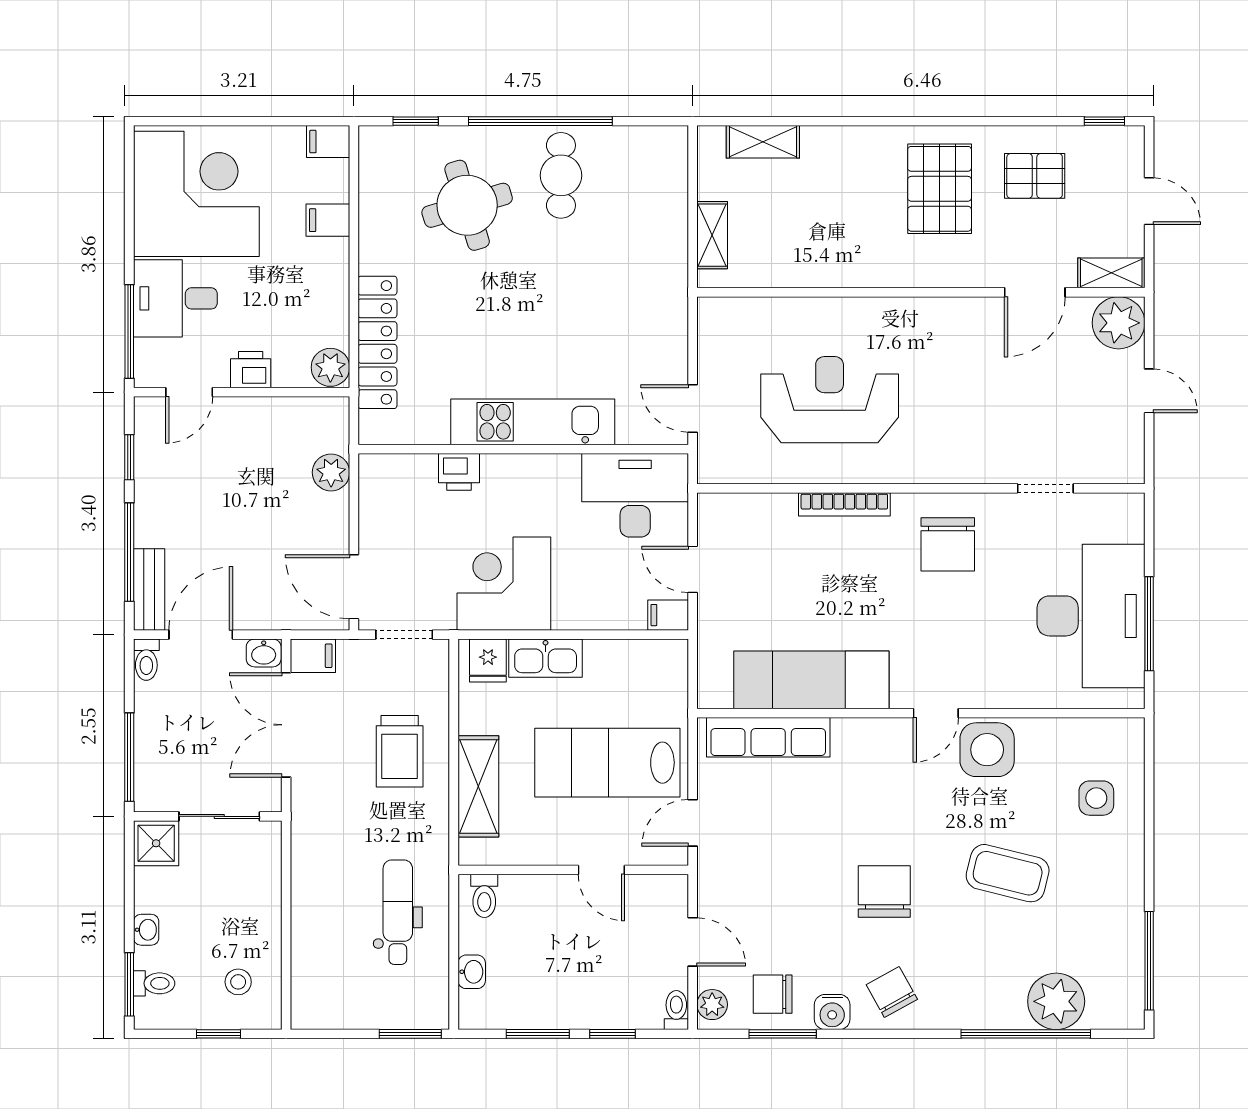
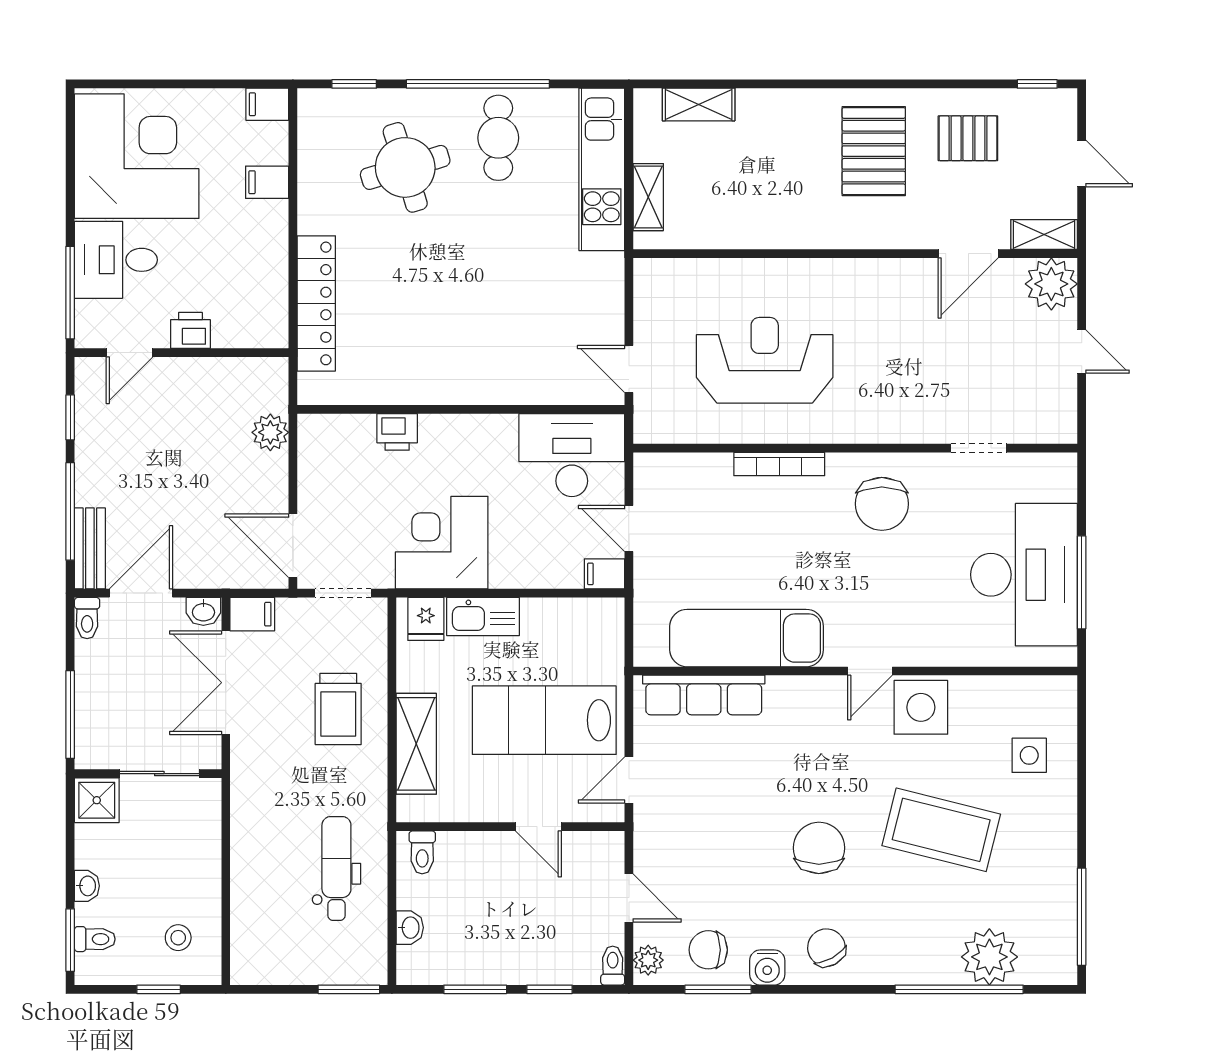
plant: (330, 367) -> (270, 328), removed
kitchen unit: (533, 422) -> (602, 169), moved, turned -90
coffee table: (1008, 873) -> (941, 830), width x1.36, depth x1.32

